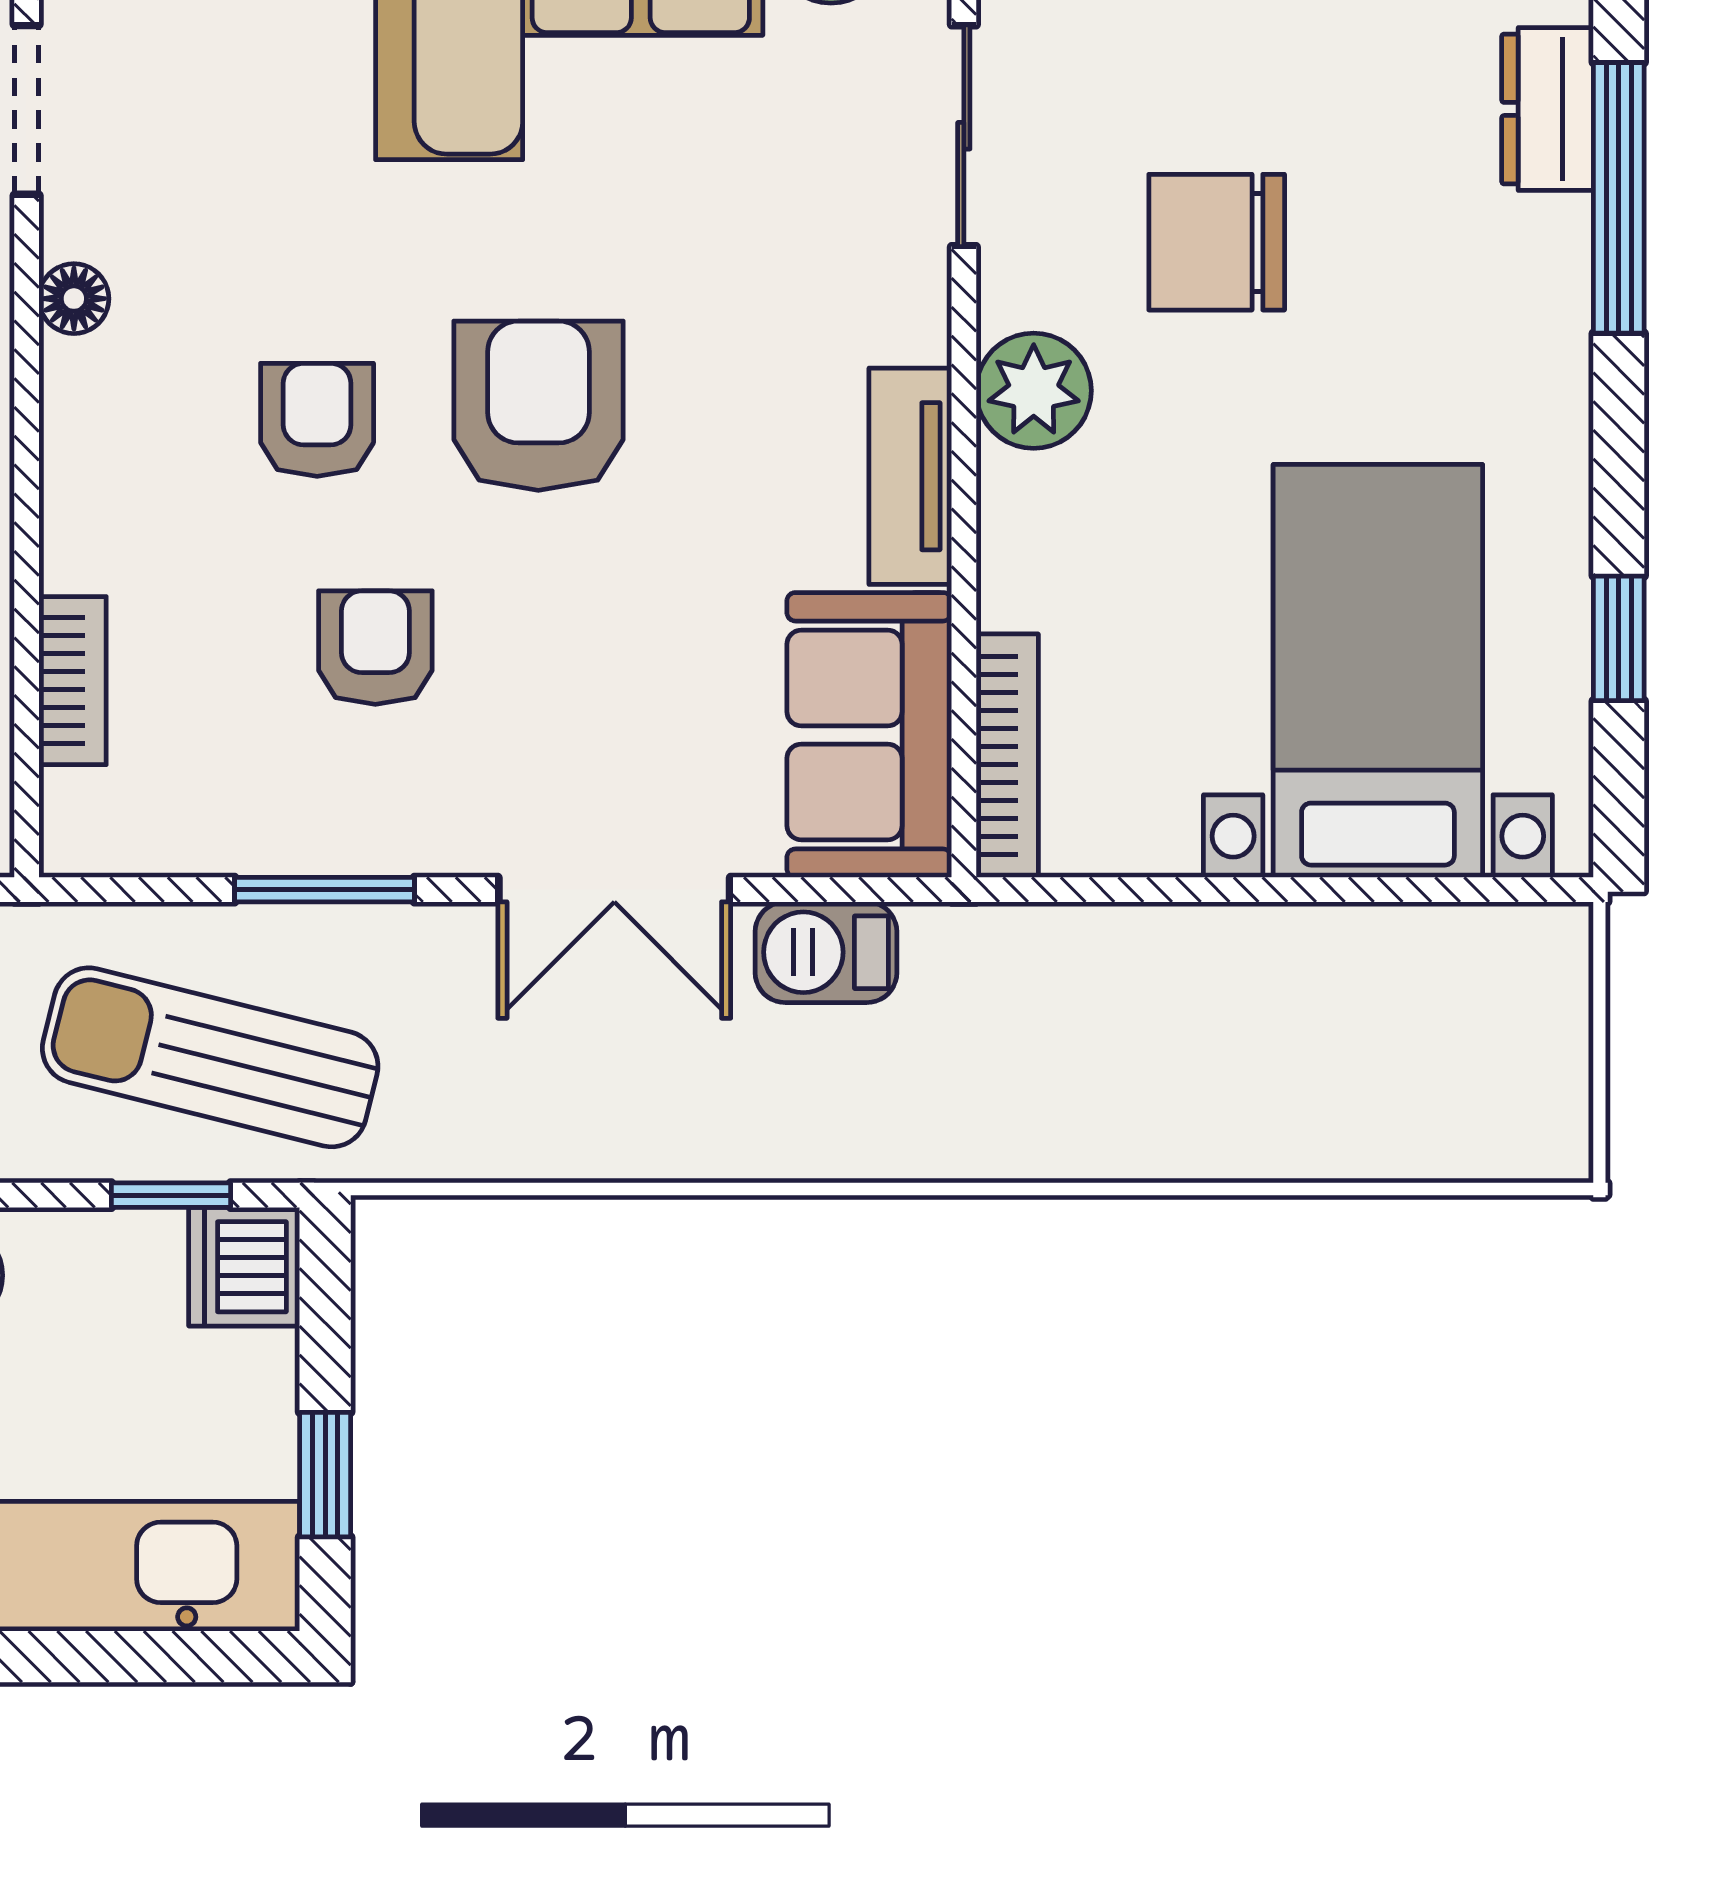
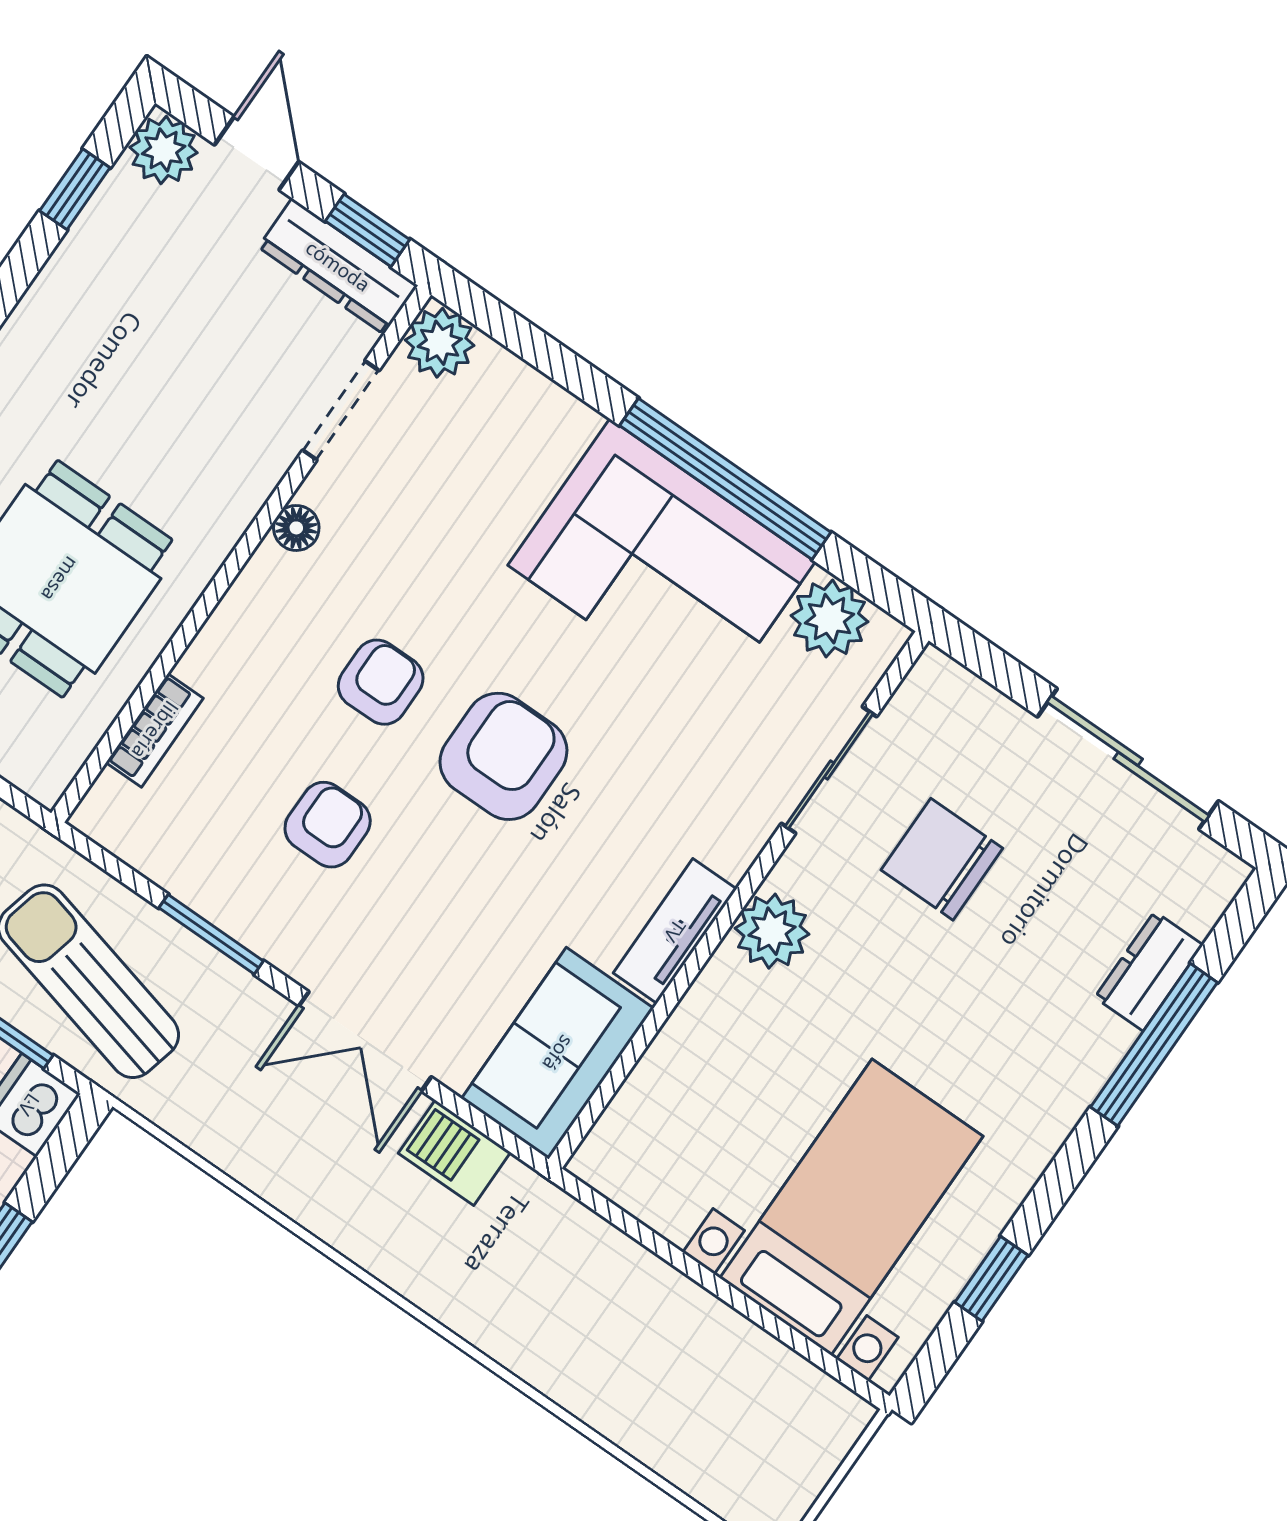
chair: (1217, 242) -> (942, 859), moved
bookcase: (1007, 756) -> (623, 1115), removed

